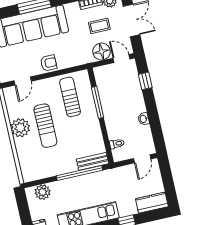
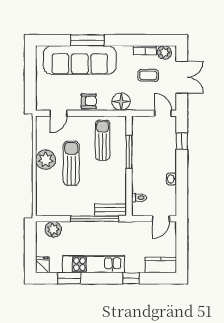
floor lamp: (102, 52) -> (121, 102), moved
sun lounger: (45, 126) -> (71, 163), turned 180

